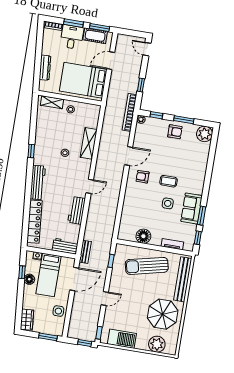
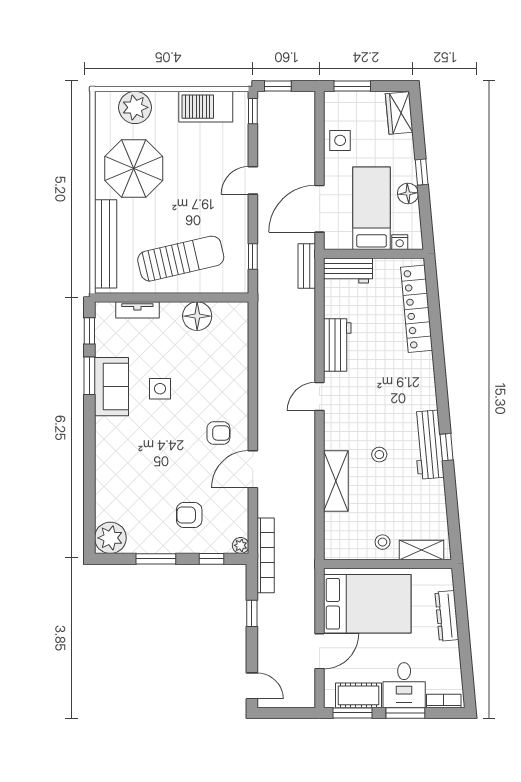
armchair: (175, 132) -> (189, 515), moved
coffee table: (169, 181) -> (166, 433), removed
workbench: (38, 183) -> (428, 445), moved
window: (22, 272) -> (422, 172), moved

